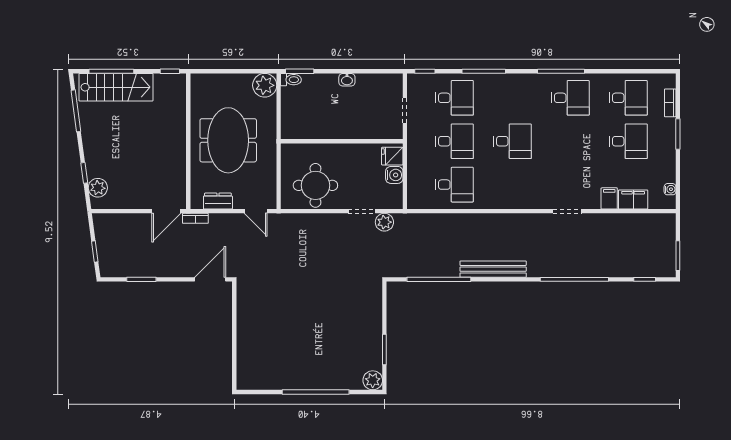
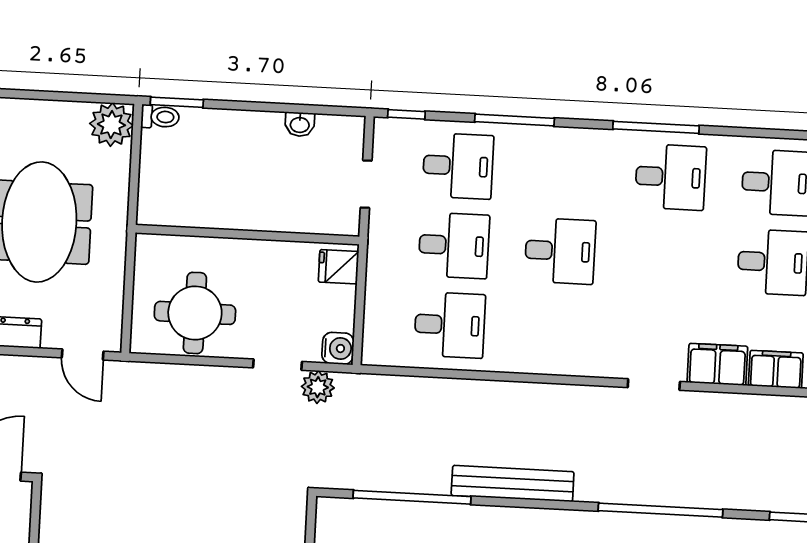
washbasin: (347, 80) -> (300, 124), moved
water cooler: (394, 175) -> (338, 348), moved
filing cabinet: (609, 198) -> (717, 364), width x2.00

